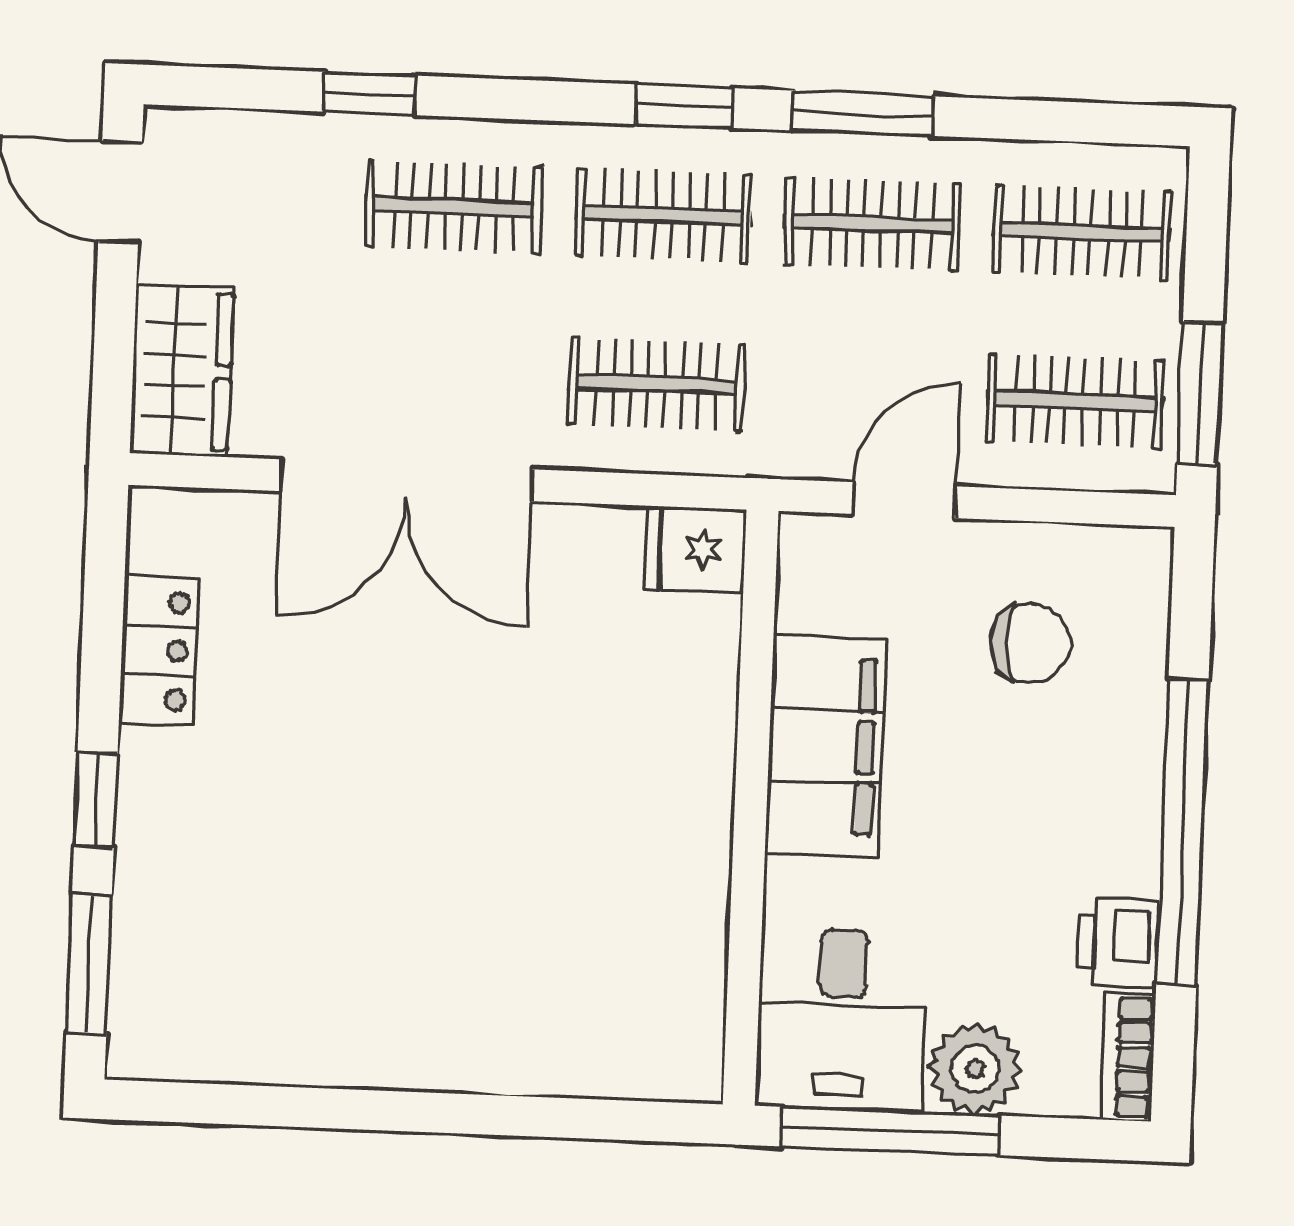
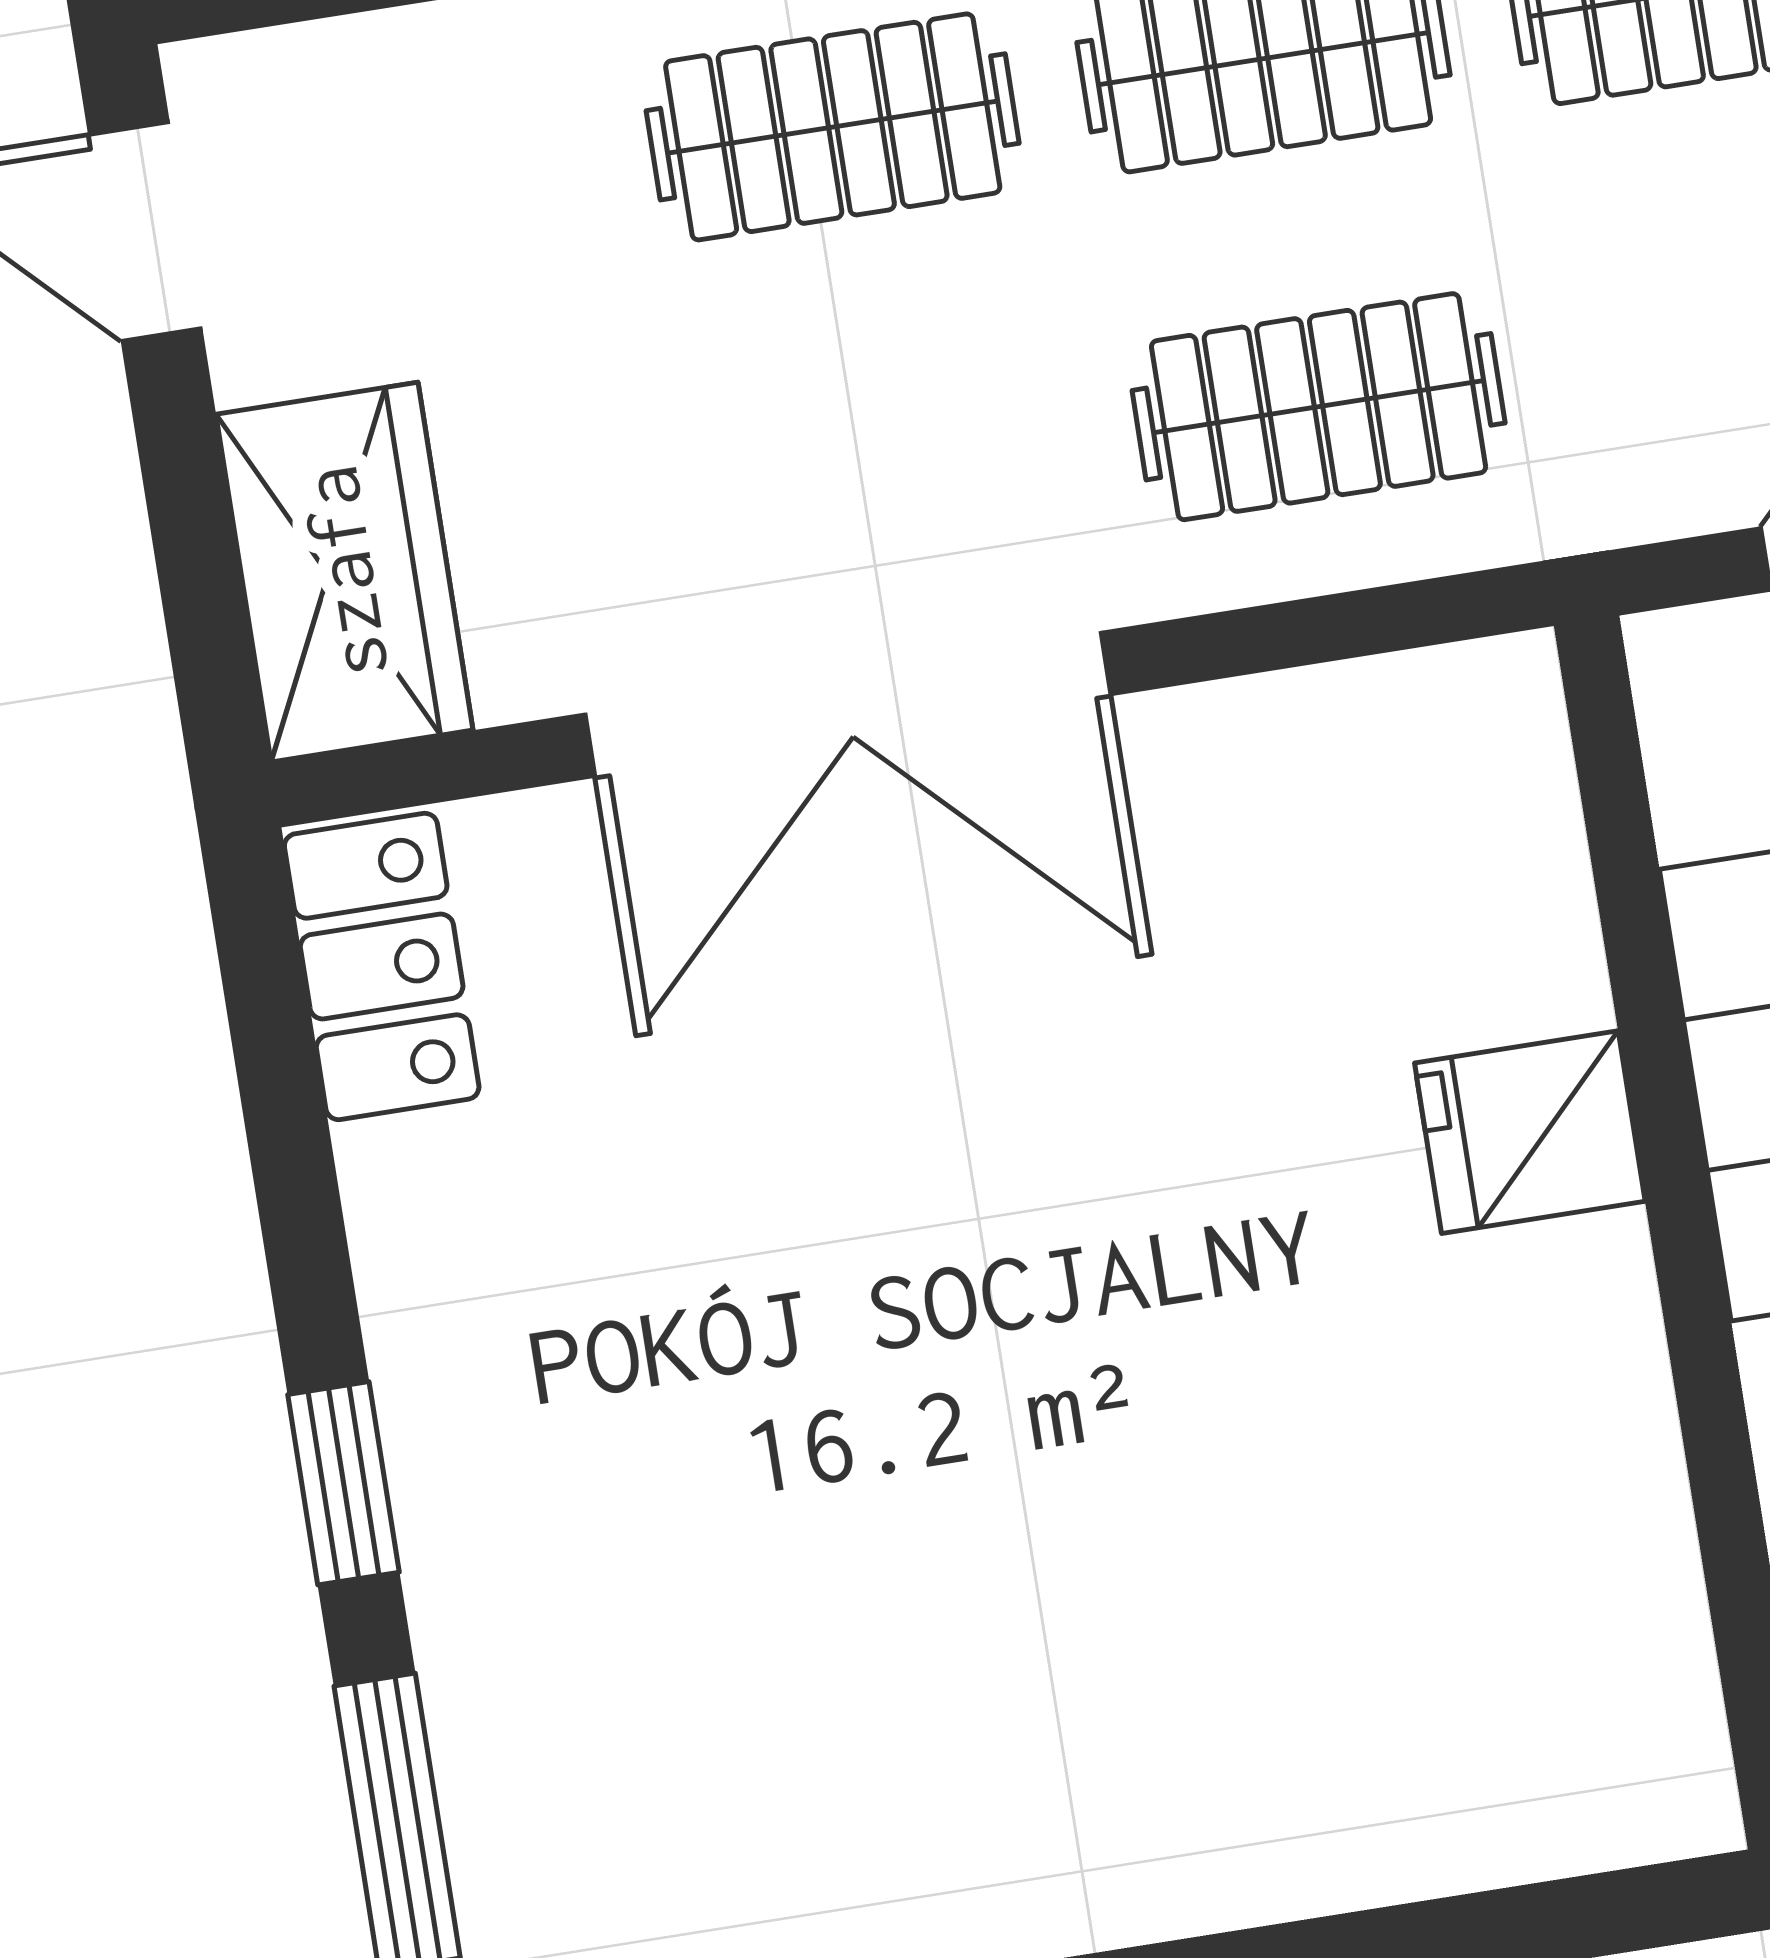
fridge: (695, 549) -> (1530, 1132), moved
locker: (159, 651) -> (382, 966), moved

